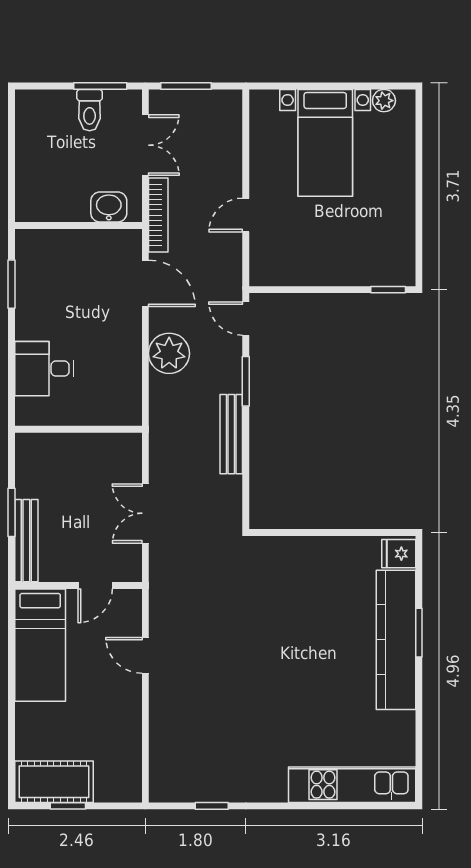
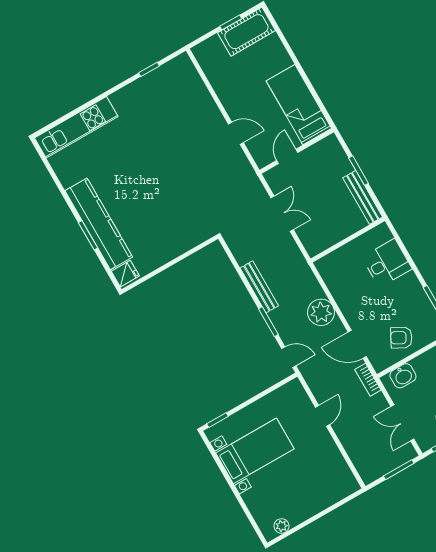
bed with nightstands: (325, 143) -> (255, 451), moved, turned 90
bookcase: (158, 215) -> (368, 380), width x0.64
armchair: (82, 259) -> (401, 338), added
bench: (26, 541) -> (363, 197), moved

